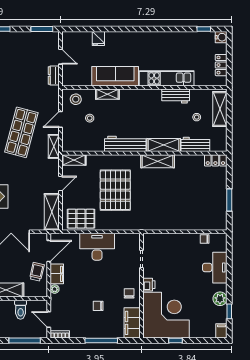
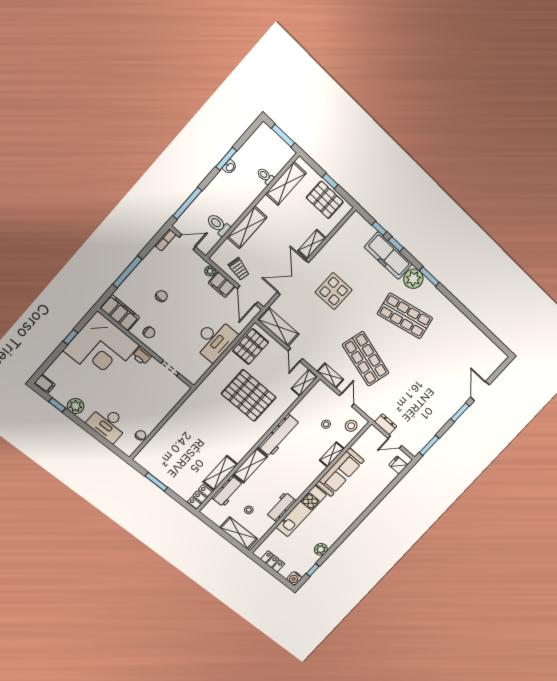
plant: (183, 37) -> (321, 549), added
fridge: (98, 39) -> (398, 465), moved
shelving: (158, 161) -> (220, 473), moved

